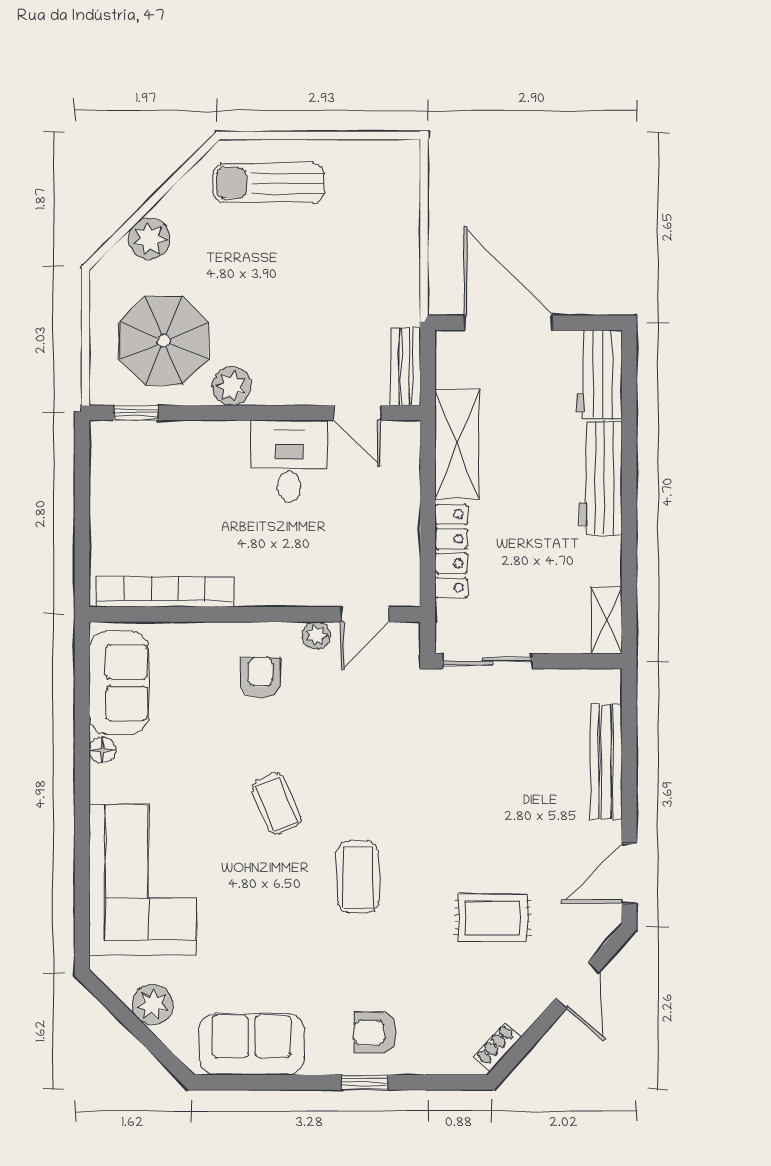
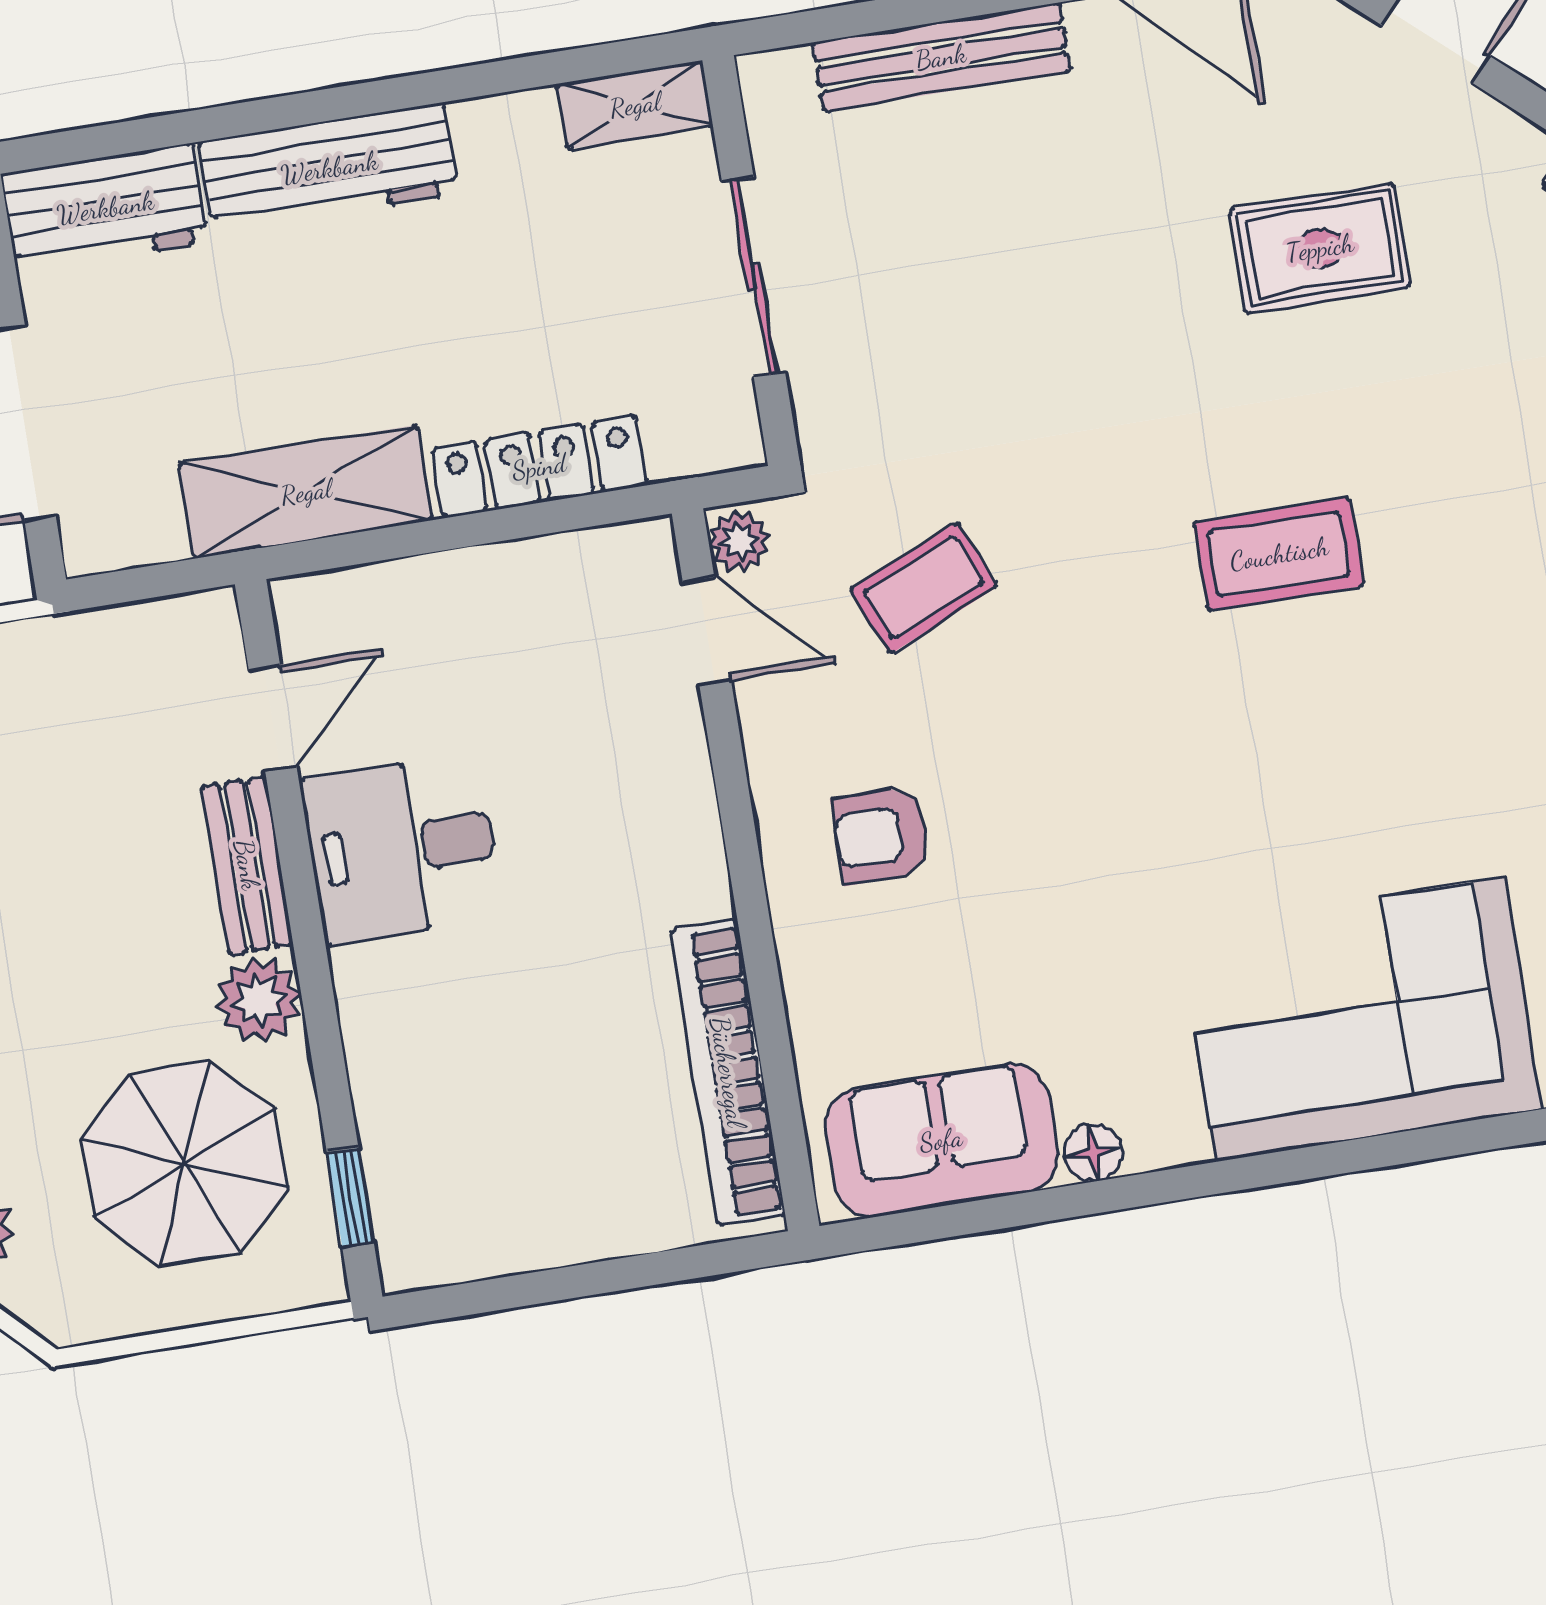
bench: (405, 366) -> (247, 865), moved, turned 90
plant: (316, 635) -> (739, 541), moved
sliding door: (488, 661) -> (754, 277), moved
coffee table: (276, 803) -> (924, 588), moved
rug: (493, 918) -> (1320, 248), turned 90

